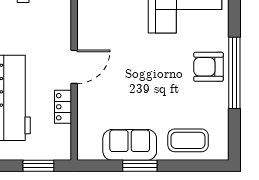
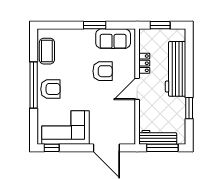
armchair: (128, 94) -> (103, 71), added
coffee table: (188, 140) -> (47, 51), moved, turned 90
sofa: (130, 145) -> (113, 39), moved

